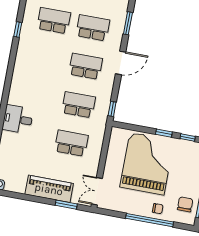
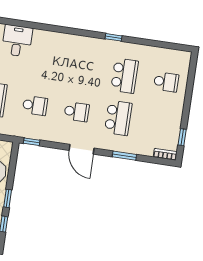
school desk: (86, 66) -> (77, 112), width x0.54
school desk: (79, 105) -> (35, 106), width x0.54

